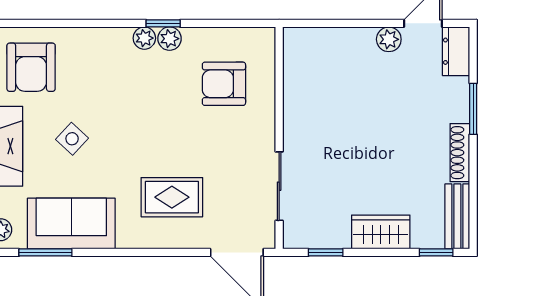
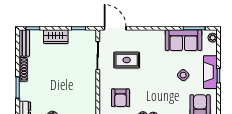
armchair: (224, 84) -> (120, 98), turned 90
rug: (172, 197) -> (127, 60), moved

